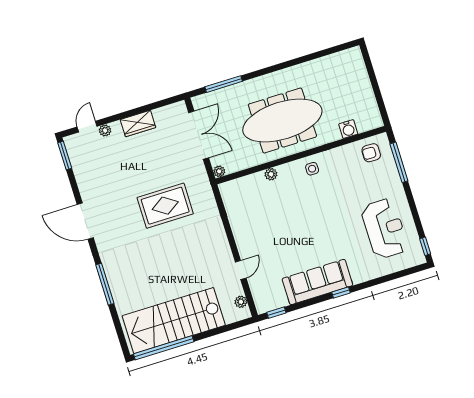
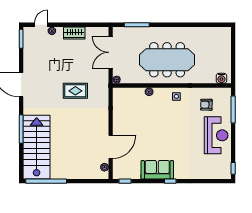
water cooler: (348, 129) -> (221, 78), moved
double door: (199, 135) -> (111, 52), swing flipped
armchair: (371, 153) -> (206, 105), moved
rug: (165, 206) -> (75, 91), width x0.73, depth x0.70
reception desk: (385, 229) -> (216, 135), moved
door: (241, 270) -> (111, 147), width x1.88
sofa: (317, 282) -> (157, 170), width x0.73
stairs: (174, 321) -> (37, 147), moved, turned 90

